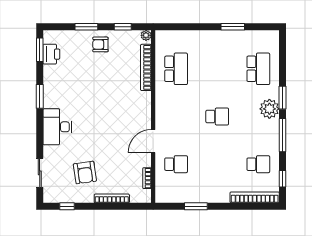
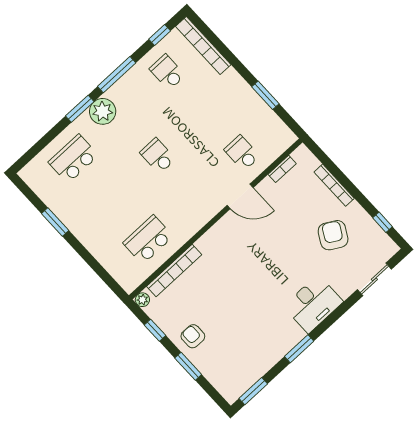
armchair: (100, 44) -> (193, 336), turned 180
printer: (51, 54) -> (247, 376), removed
armchair: (85, 173) -> (333, 235), turned -52

